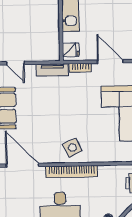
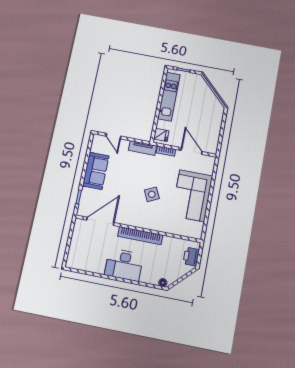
side table: (72, 148) -> (152, 194), moved
door: (22, 165) -> (100, 221), hinge flipped

